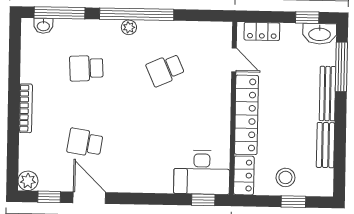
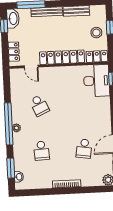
window: (59, 13) -> (11, 168), width x0.69
door: (234, 60) -> (31, 66), swing flipped

